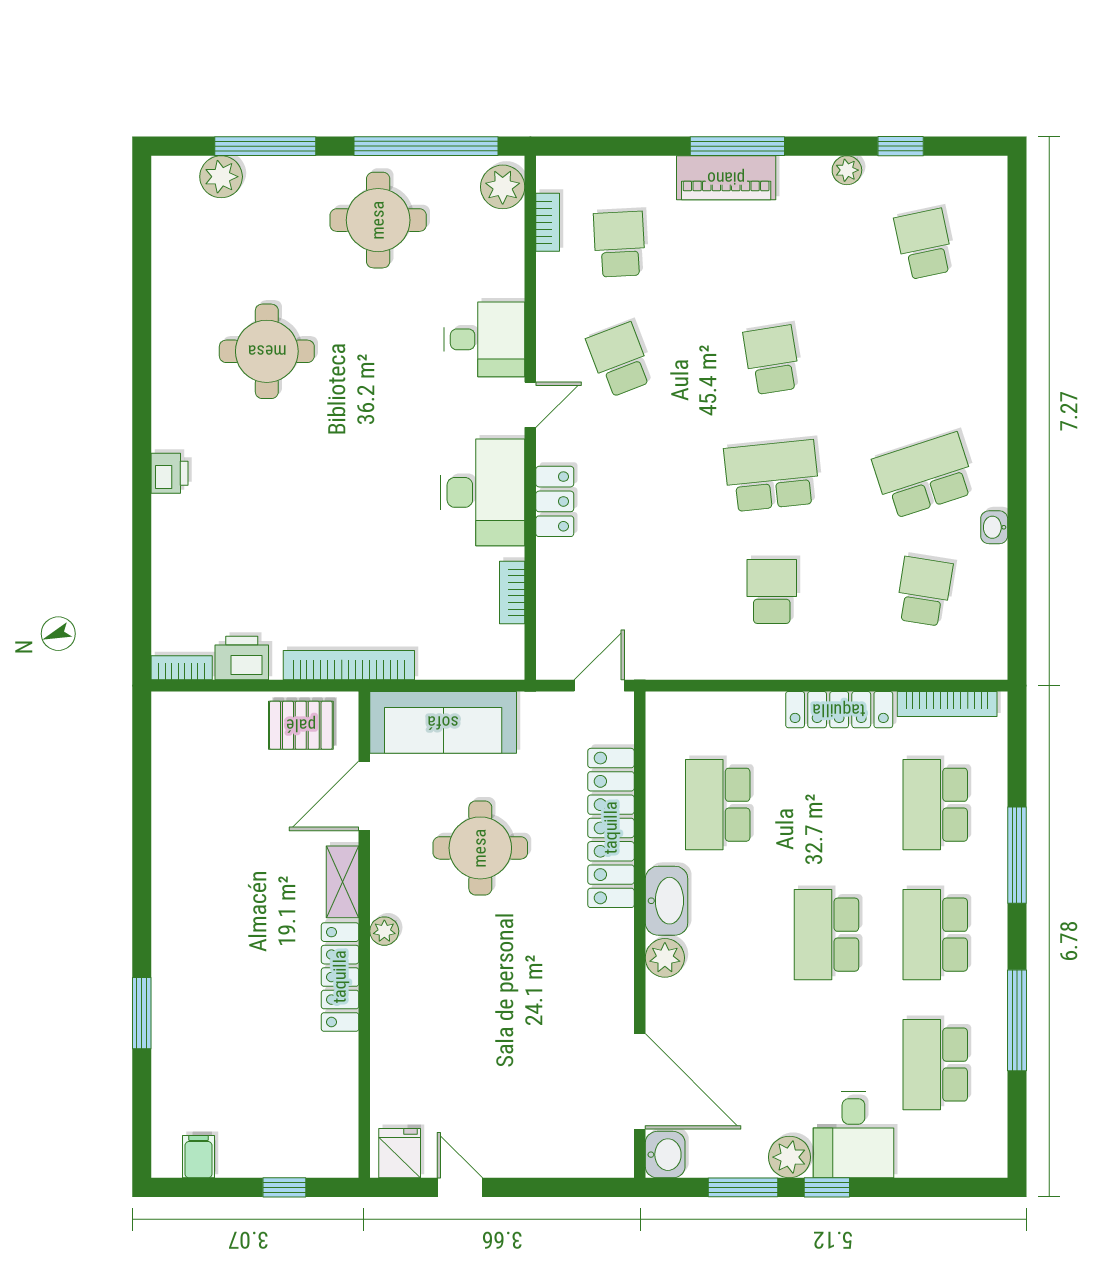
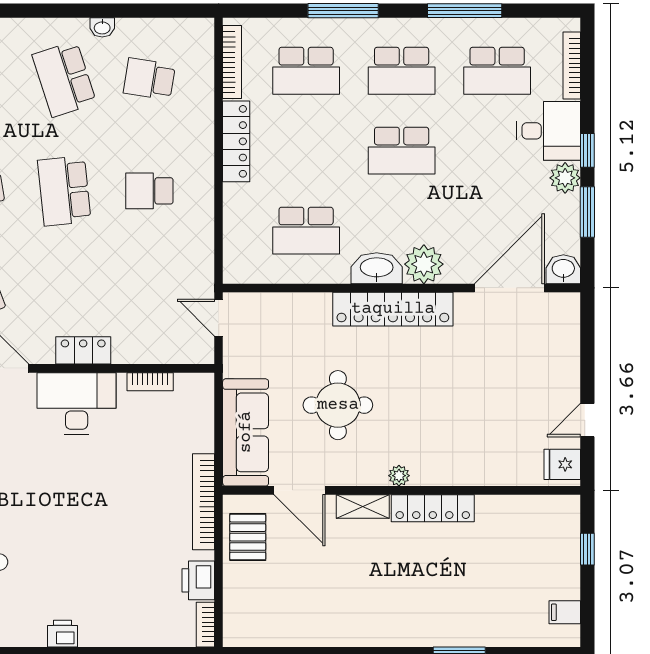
locker: (611, 828) -> (393, 309), moved
plant: (665, 958) -> (424, 264), width x1.36, depth x1.36
bookcase: (942, 1166) -> (572, 65), added

